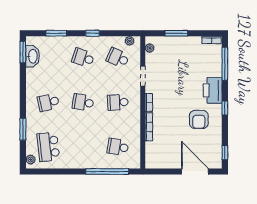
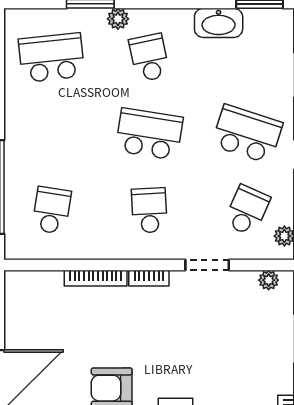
washbasin: (32, 56) -> (219, 23), moved
school desk: (83, 58) -> (247, 134), width x1.85
school desk: (83, 102) -> (149, 134), width x1.85
plant: (31, 160) -> (118, 19), moved

